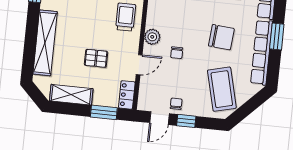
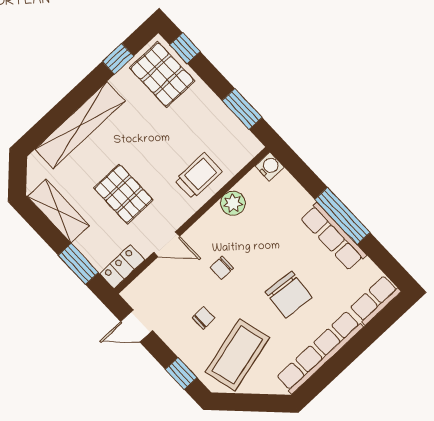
window: (277, 36) -> (353, 349), removed
plant: (152, 37) -> (233, 203), moved
pallet: (96, 58) -> (123, 194), width x1.50, depth x1.42
chair: (176, 104) -> (204, 318), moved
window: (186, 121) -> (181, 373), moved

